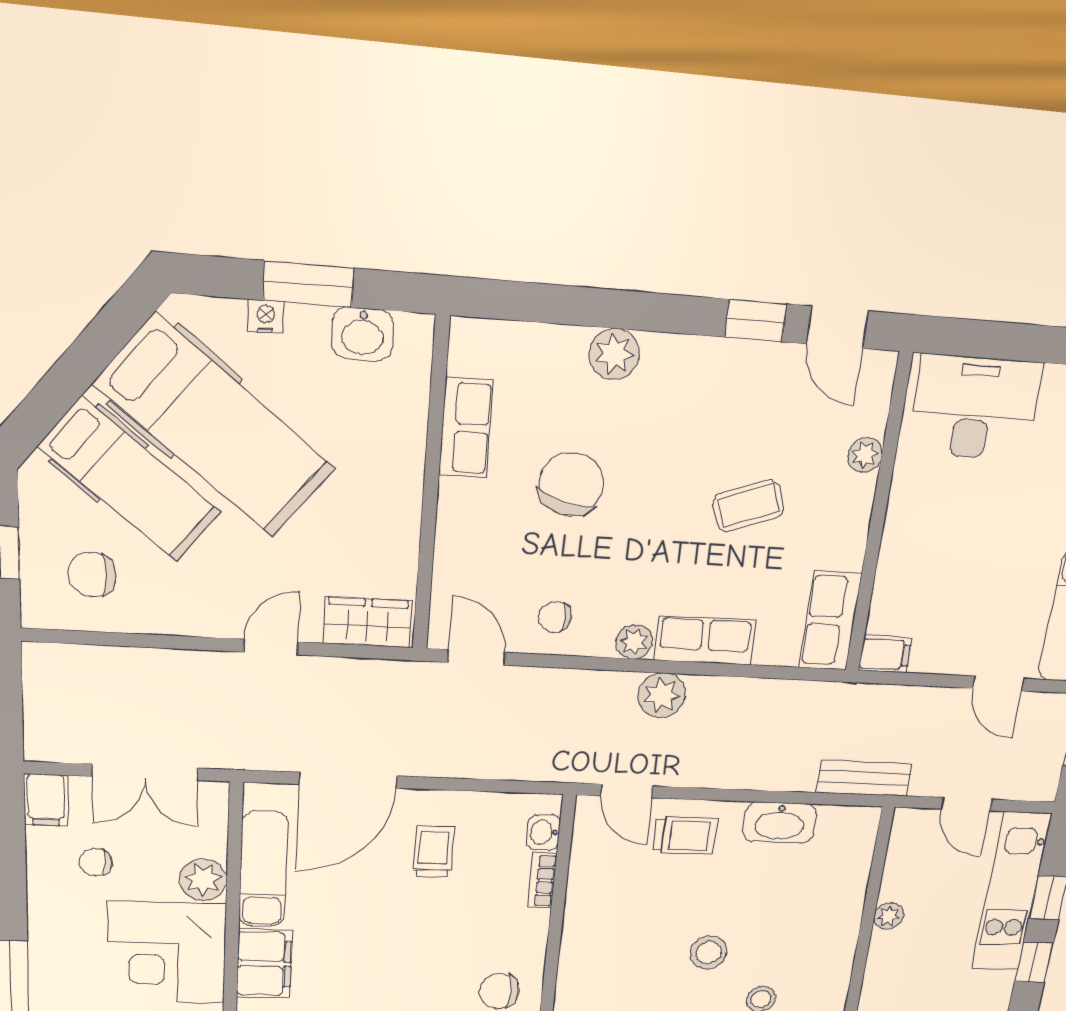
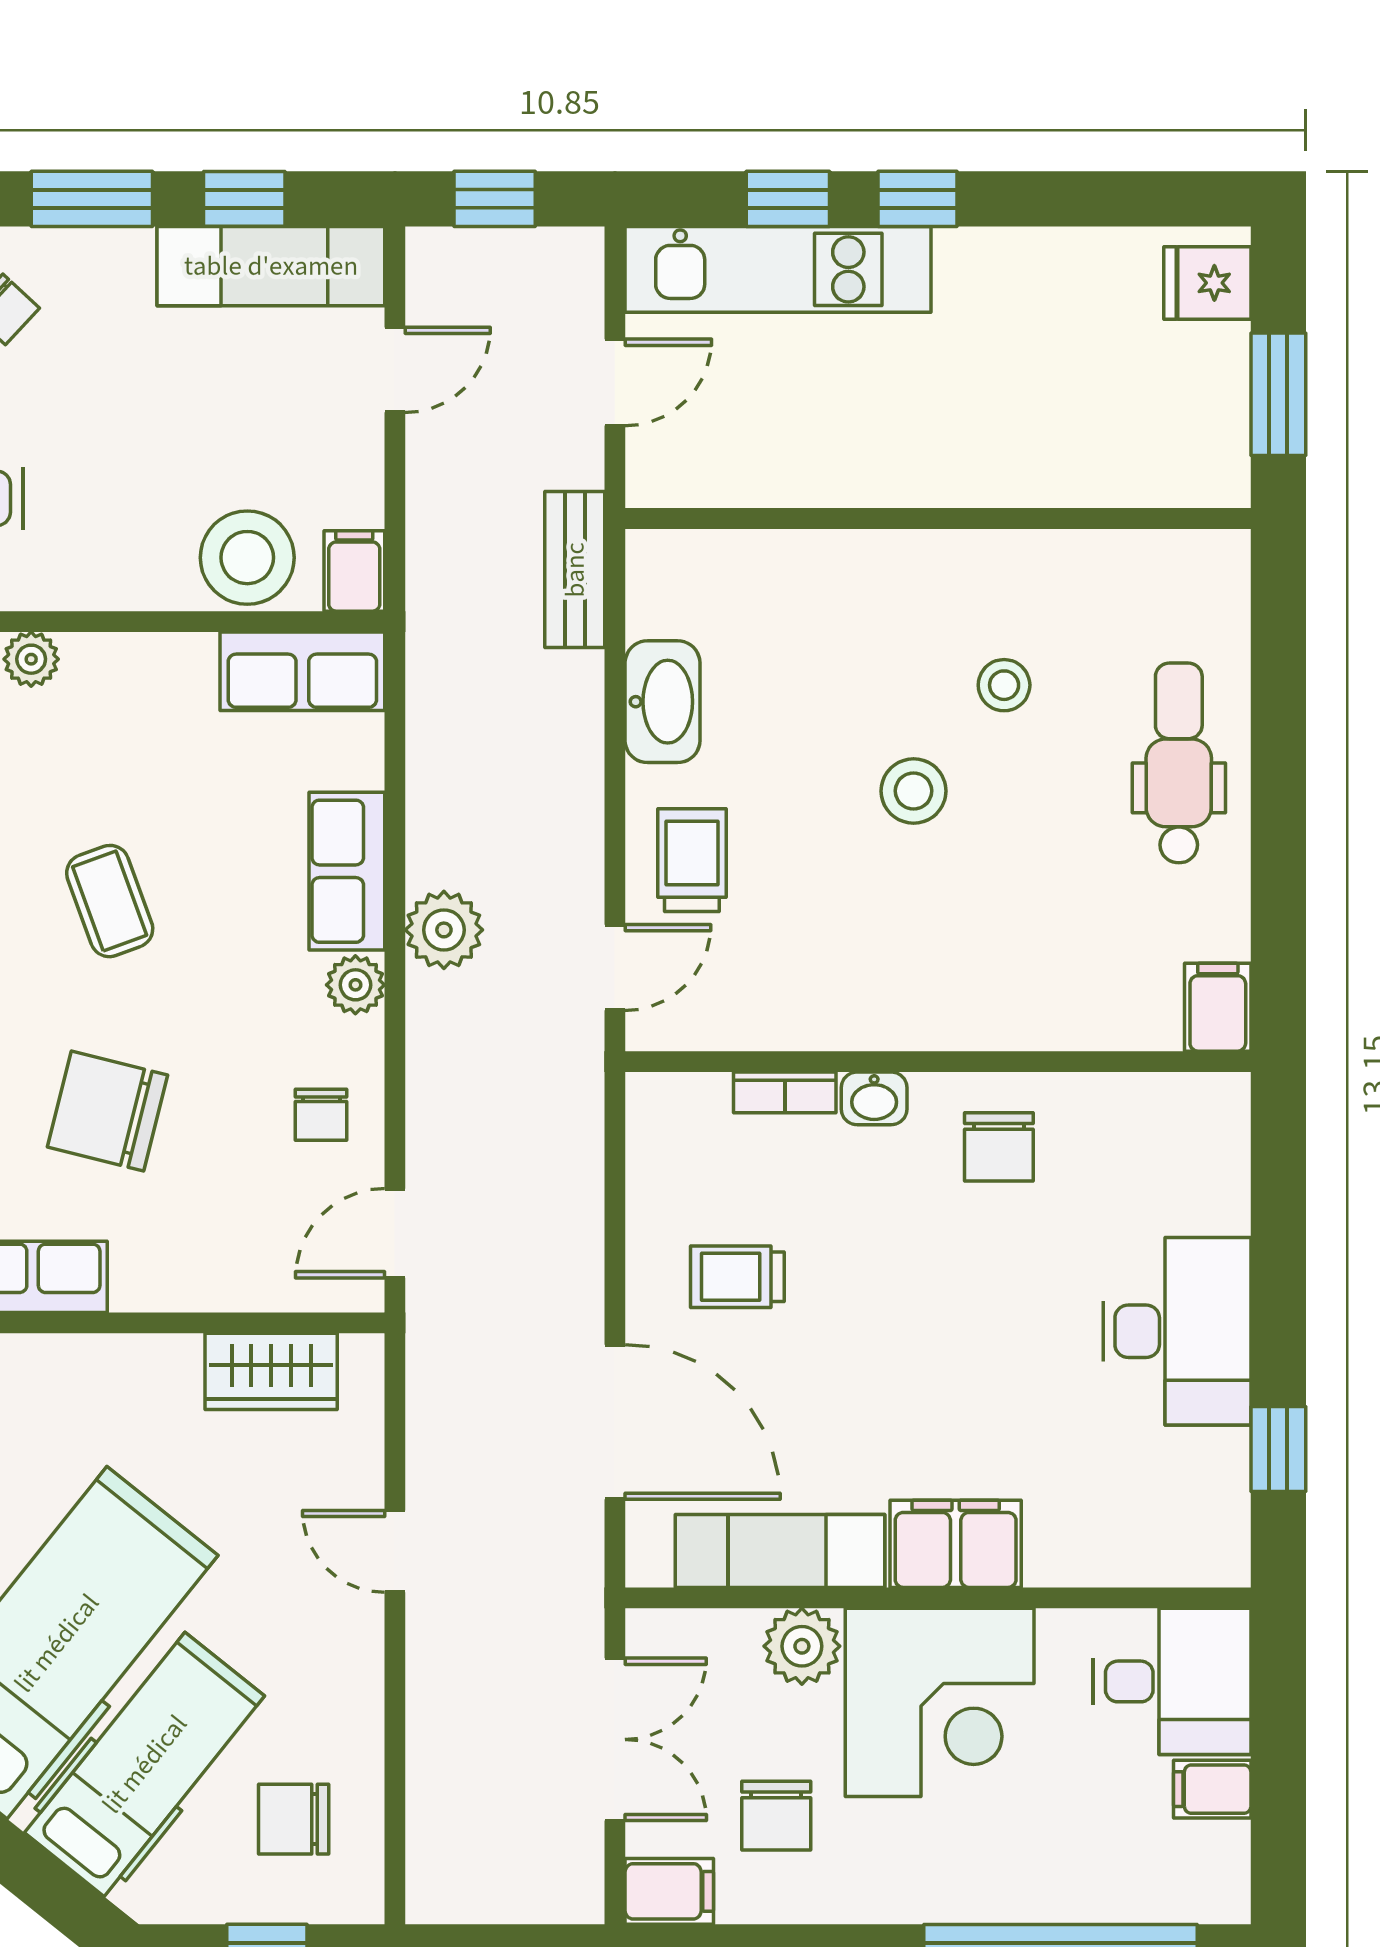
coffee table: (748, 506) -> (110, 901), moved
chair: (92, 574) -> (294, 1819), turned 90
stool: (904, 592) -> (247, 558), added
wardrobe: (367, 622) -> (271, 1371), moved, turned -90
washbasin: (544, 832) -> (874, 1098), moved
chair: (96, 862) -> (776, 1816), width x1.37, depth x1.37
plant: (889, 916) -> (833, 482), removed

